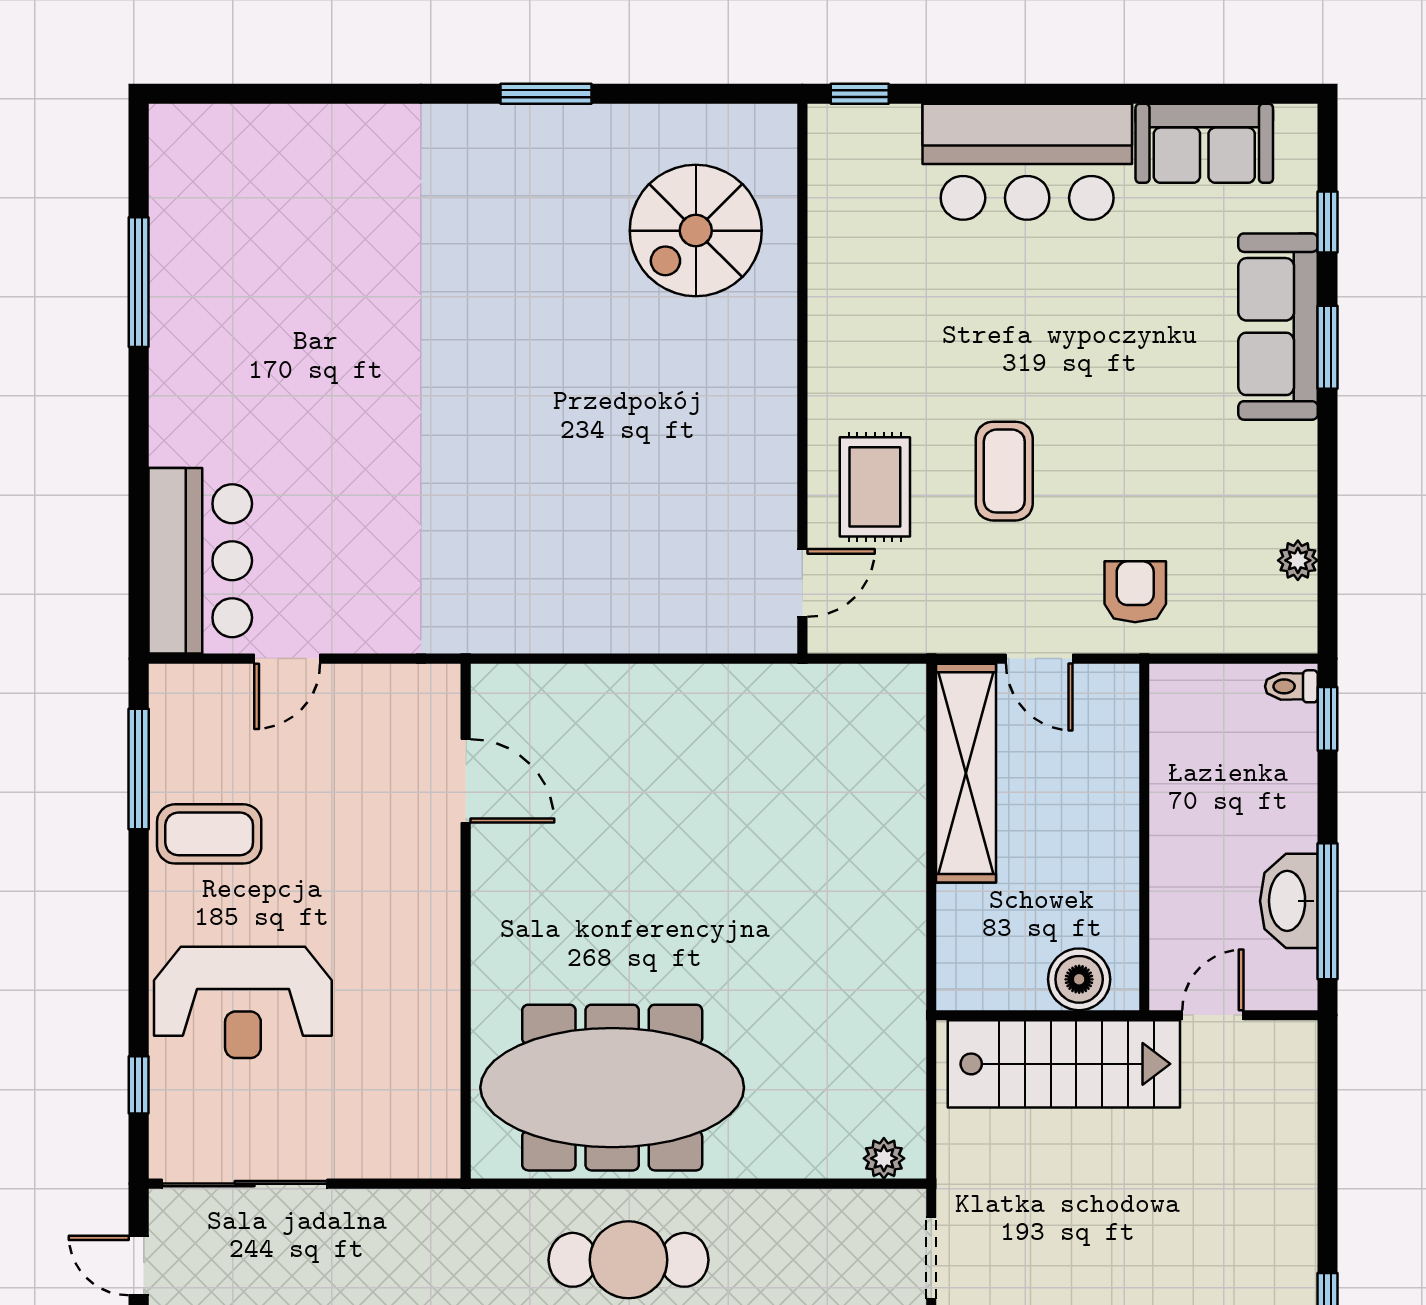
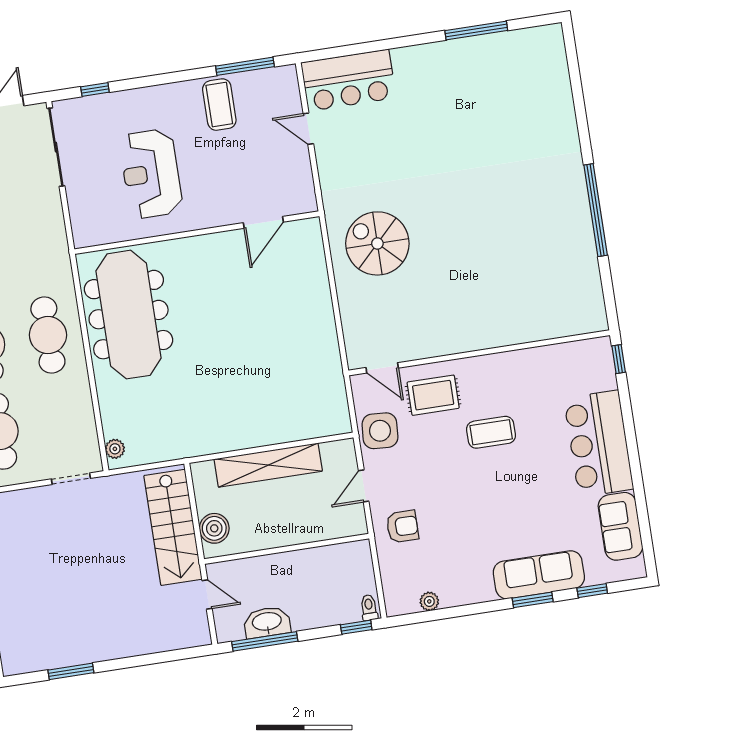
window: (546, 94) -> (596, 210), width x2.11
spiral stairs: (696, 231) -> (377, 243), moved
coffee table: (1004, 471) -> (491, 432), moved
side table: (931, 608) -> (380, 431), added
shelving: (966, 773) -> (268, 465), moved
reception desk: (243, 1002) -> (151, 174), moved

